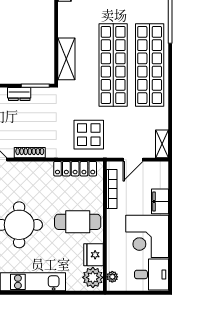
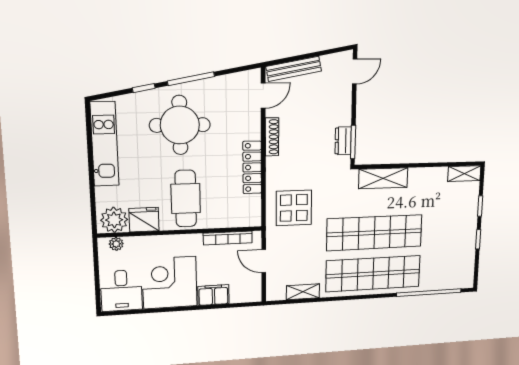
dresser: (19, 94) -> (343, 141), moved
shelving: (162, 144) -> (303, 292), moved
locker: (75, 169) -> (252, 167), moved

